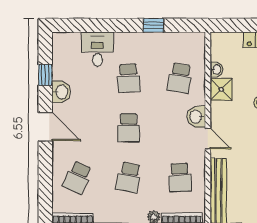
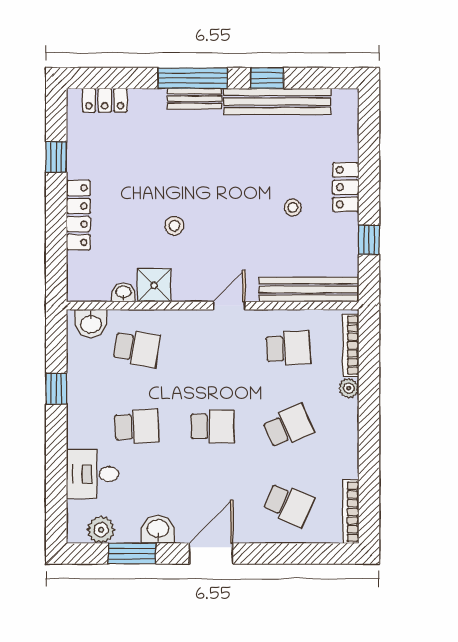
plant: (61, 55) -> (101, 530), added
window: (45, 75) -> (132, 554), width x1.50
washbasin: (196, 117) -> (91, 323), moved
school desk: (129, 177) -> (288, 426), turned -36

